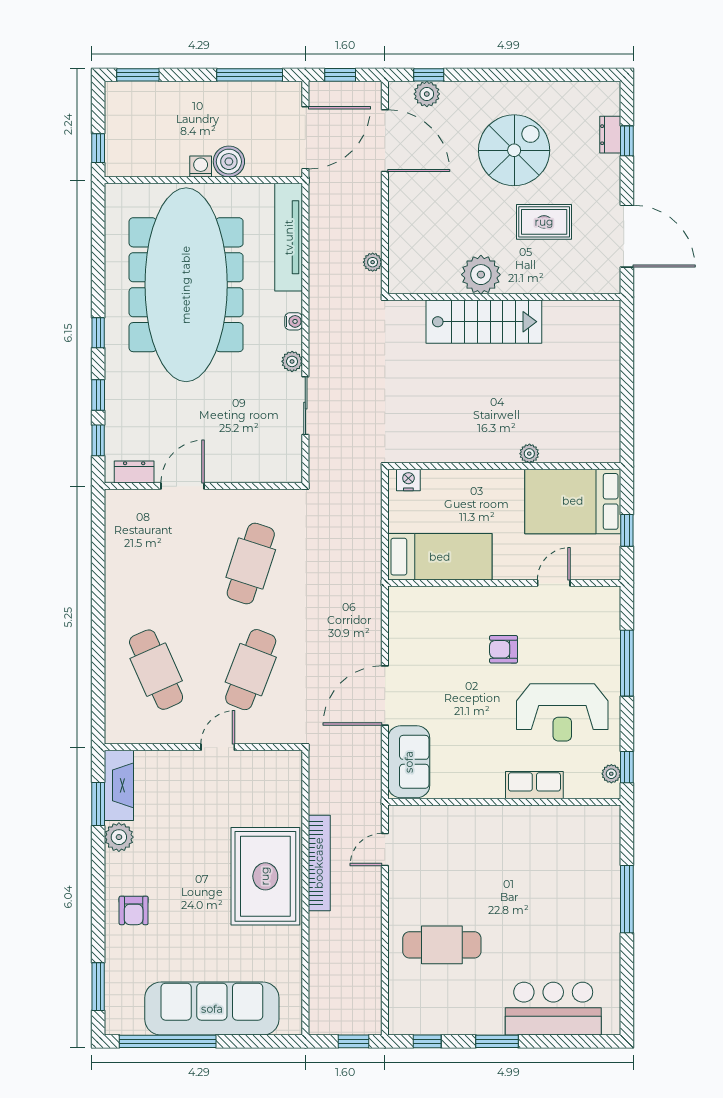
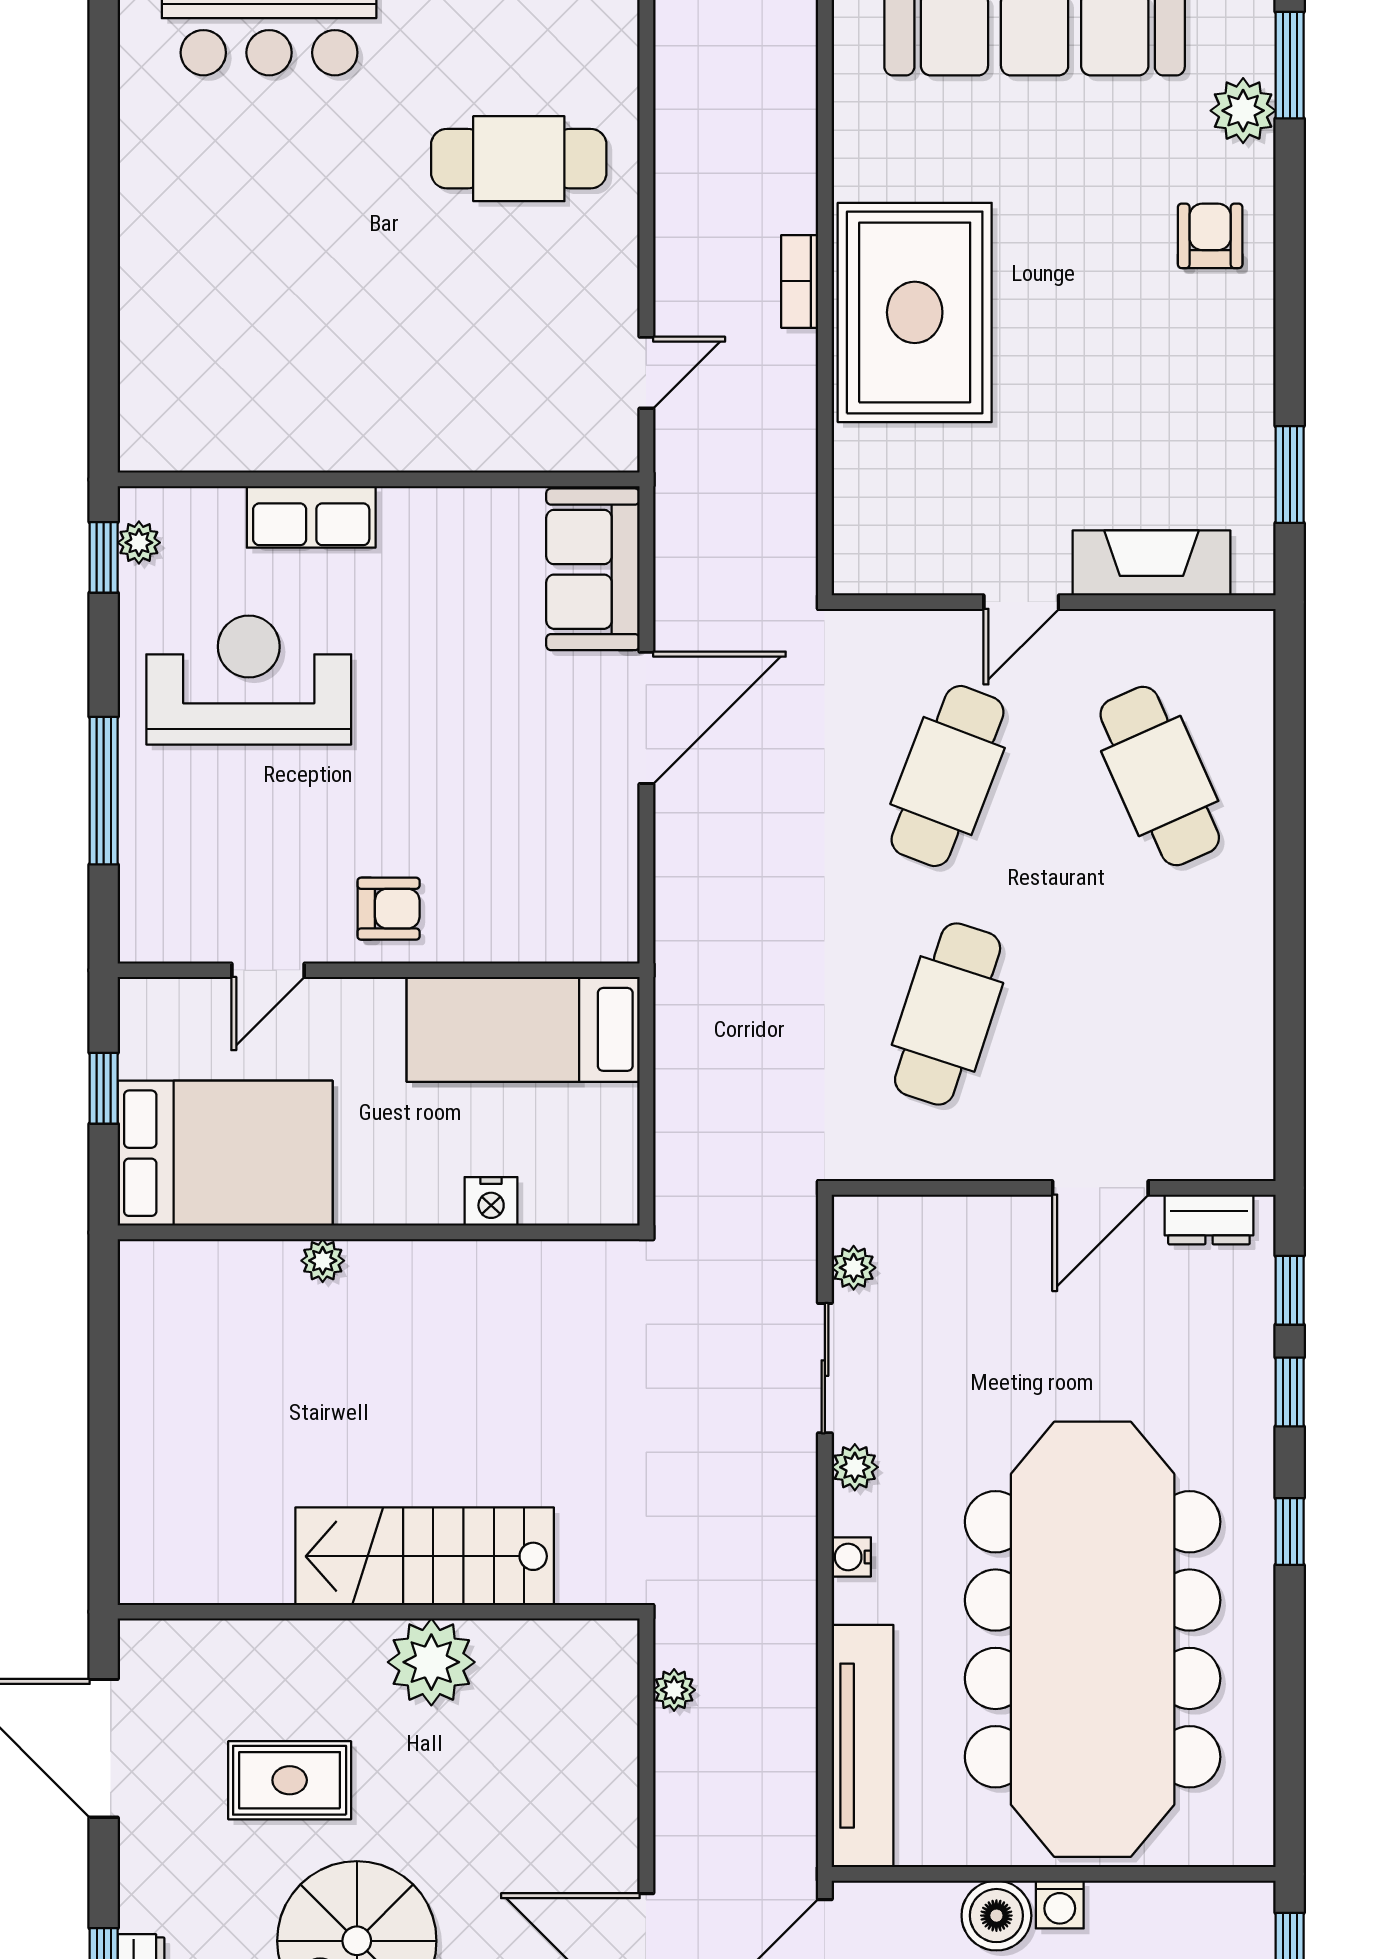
plant: (293, 450) -> (854, 1268), added
nightstand: (408, 480) -> (491, 1201), moved
armchair: (504, 649) -> (389, 909), moved
fireplace: (119, 785) -> (1152, 563), moved, turned 90
plant: (119, 837) -> (1243, 111), moved
bookcase: (319, 863) -> (800, 281), width x0.43, depth x0.76
window: (627, 899) -> (104, 261), removed

